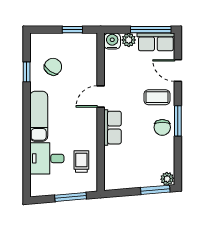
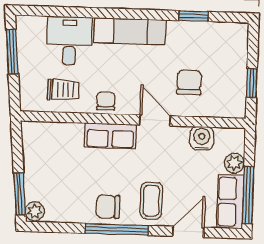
water cooler: (112, 41) -> (202, 138), moved, turned -90
chair: (53, 67) -> (189, 82), moved, turned -126
window: (178, 121) -> (117, 229), width x1.44
chair: (88, 131) -> (106, 101), added
window: (71, 197) -> (12, 52), moved

